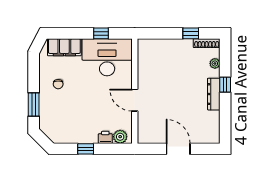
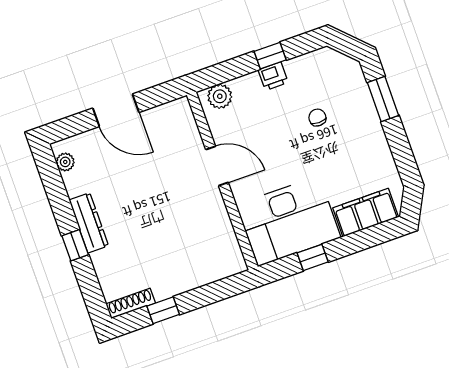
plant: (215, 63) -> (65, 162), moved
chair: (58, 84) -> (317, 118), moved
printer: (105, 137) -> (273, 76), moved

